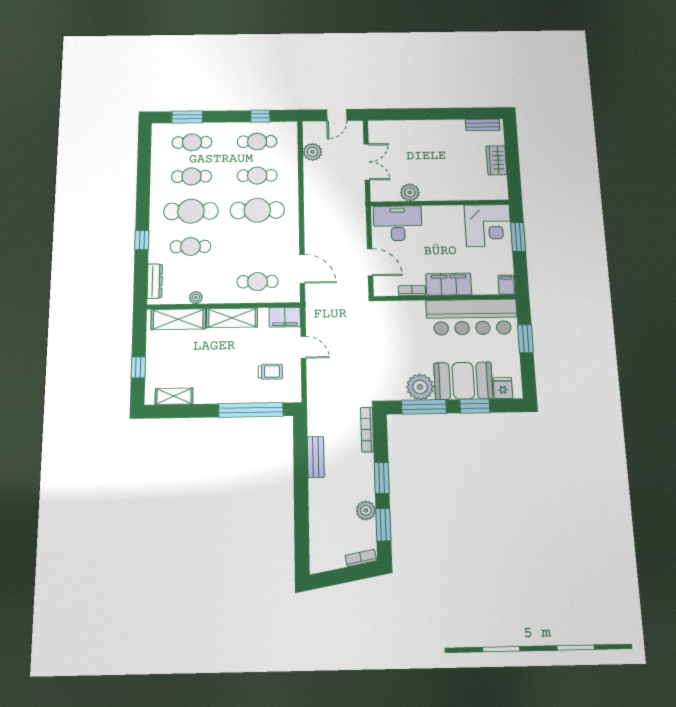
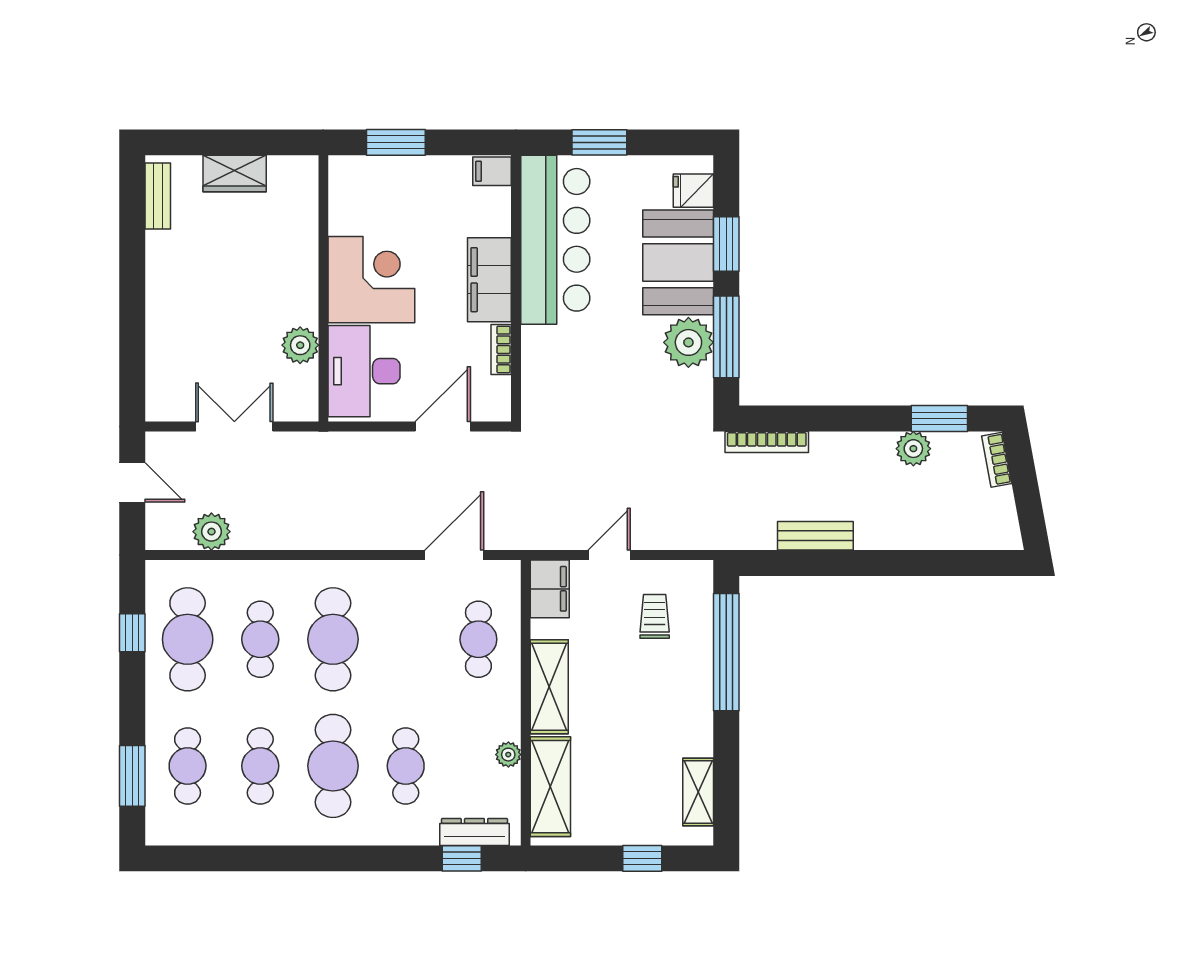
cafe table: (257, 142) -> (188, 639), width x1.37, depth x1.35
corner desk: (488, 226) -> (371, 280), moved
window: (142, 240) -> (462, 858), moved
window: (382, 478) -> (856, 419), removed

